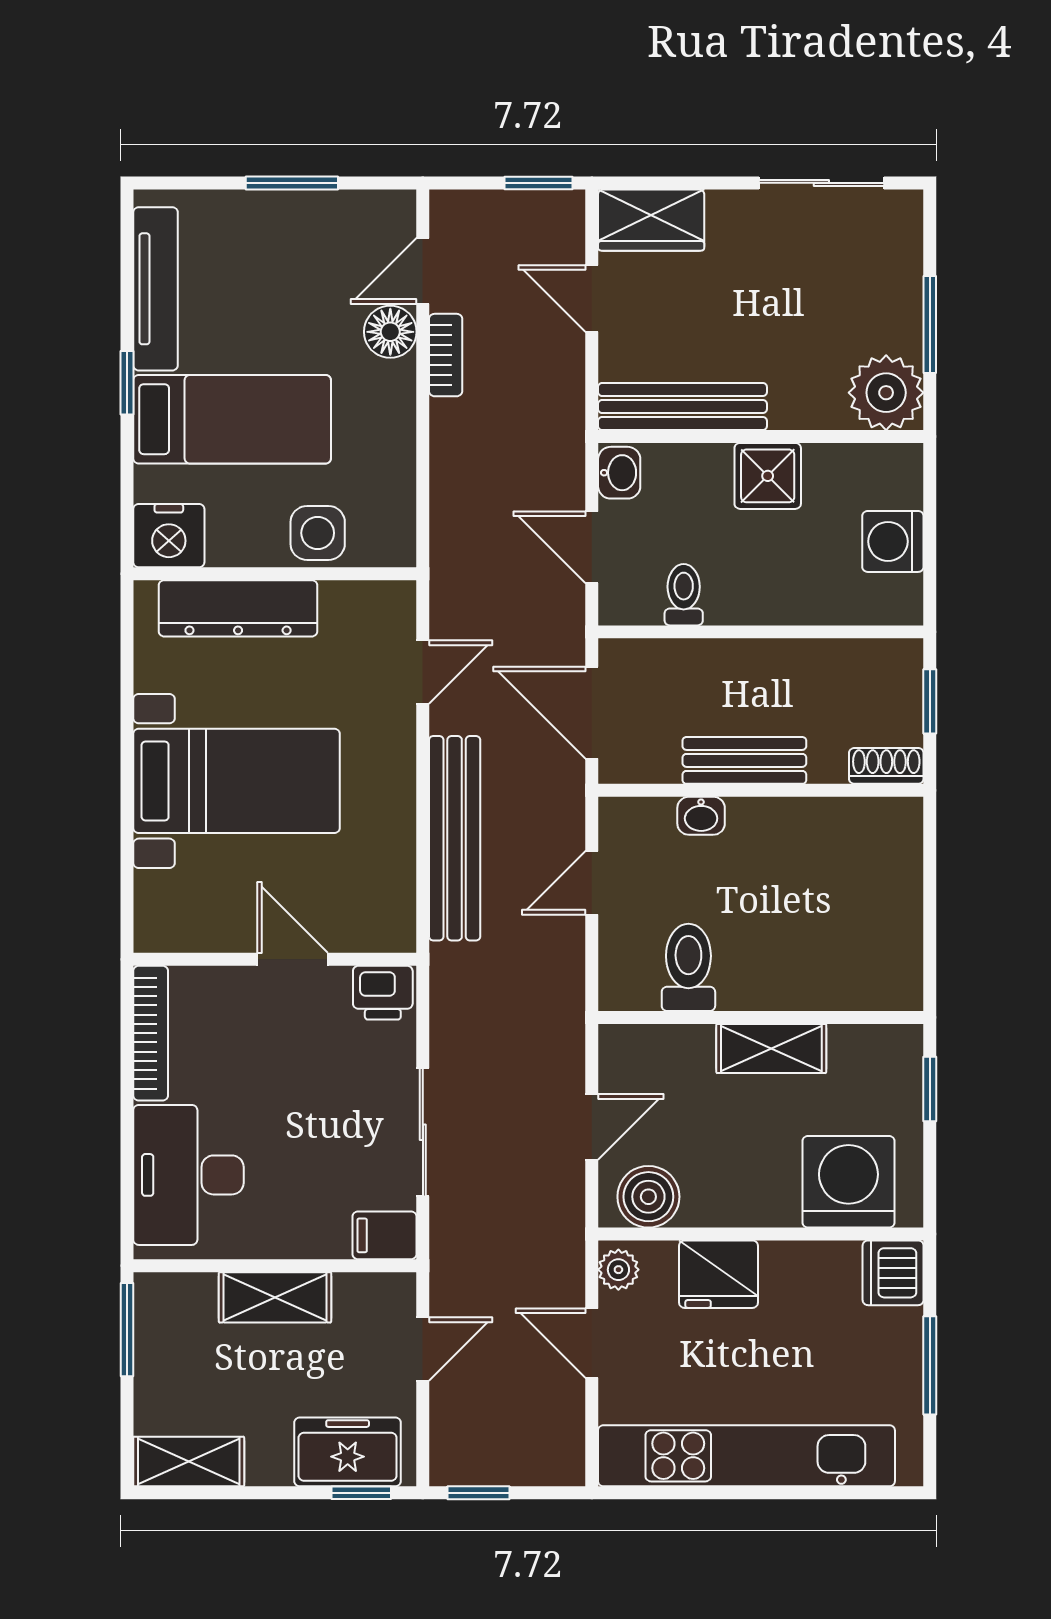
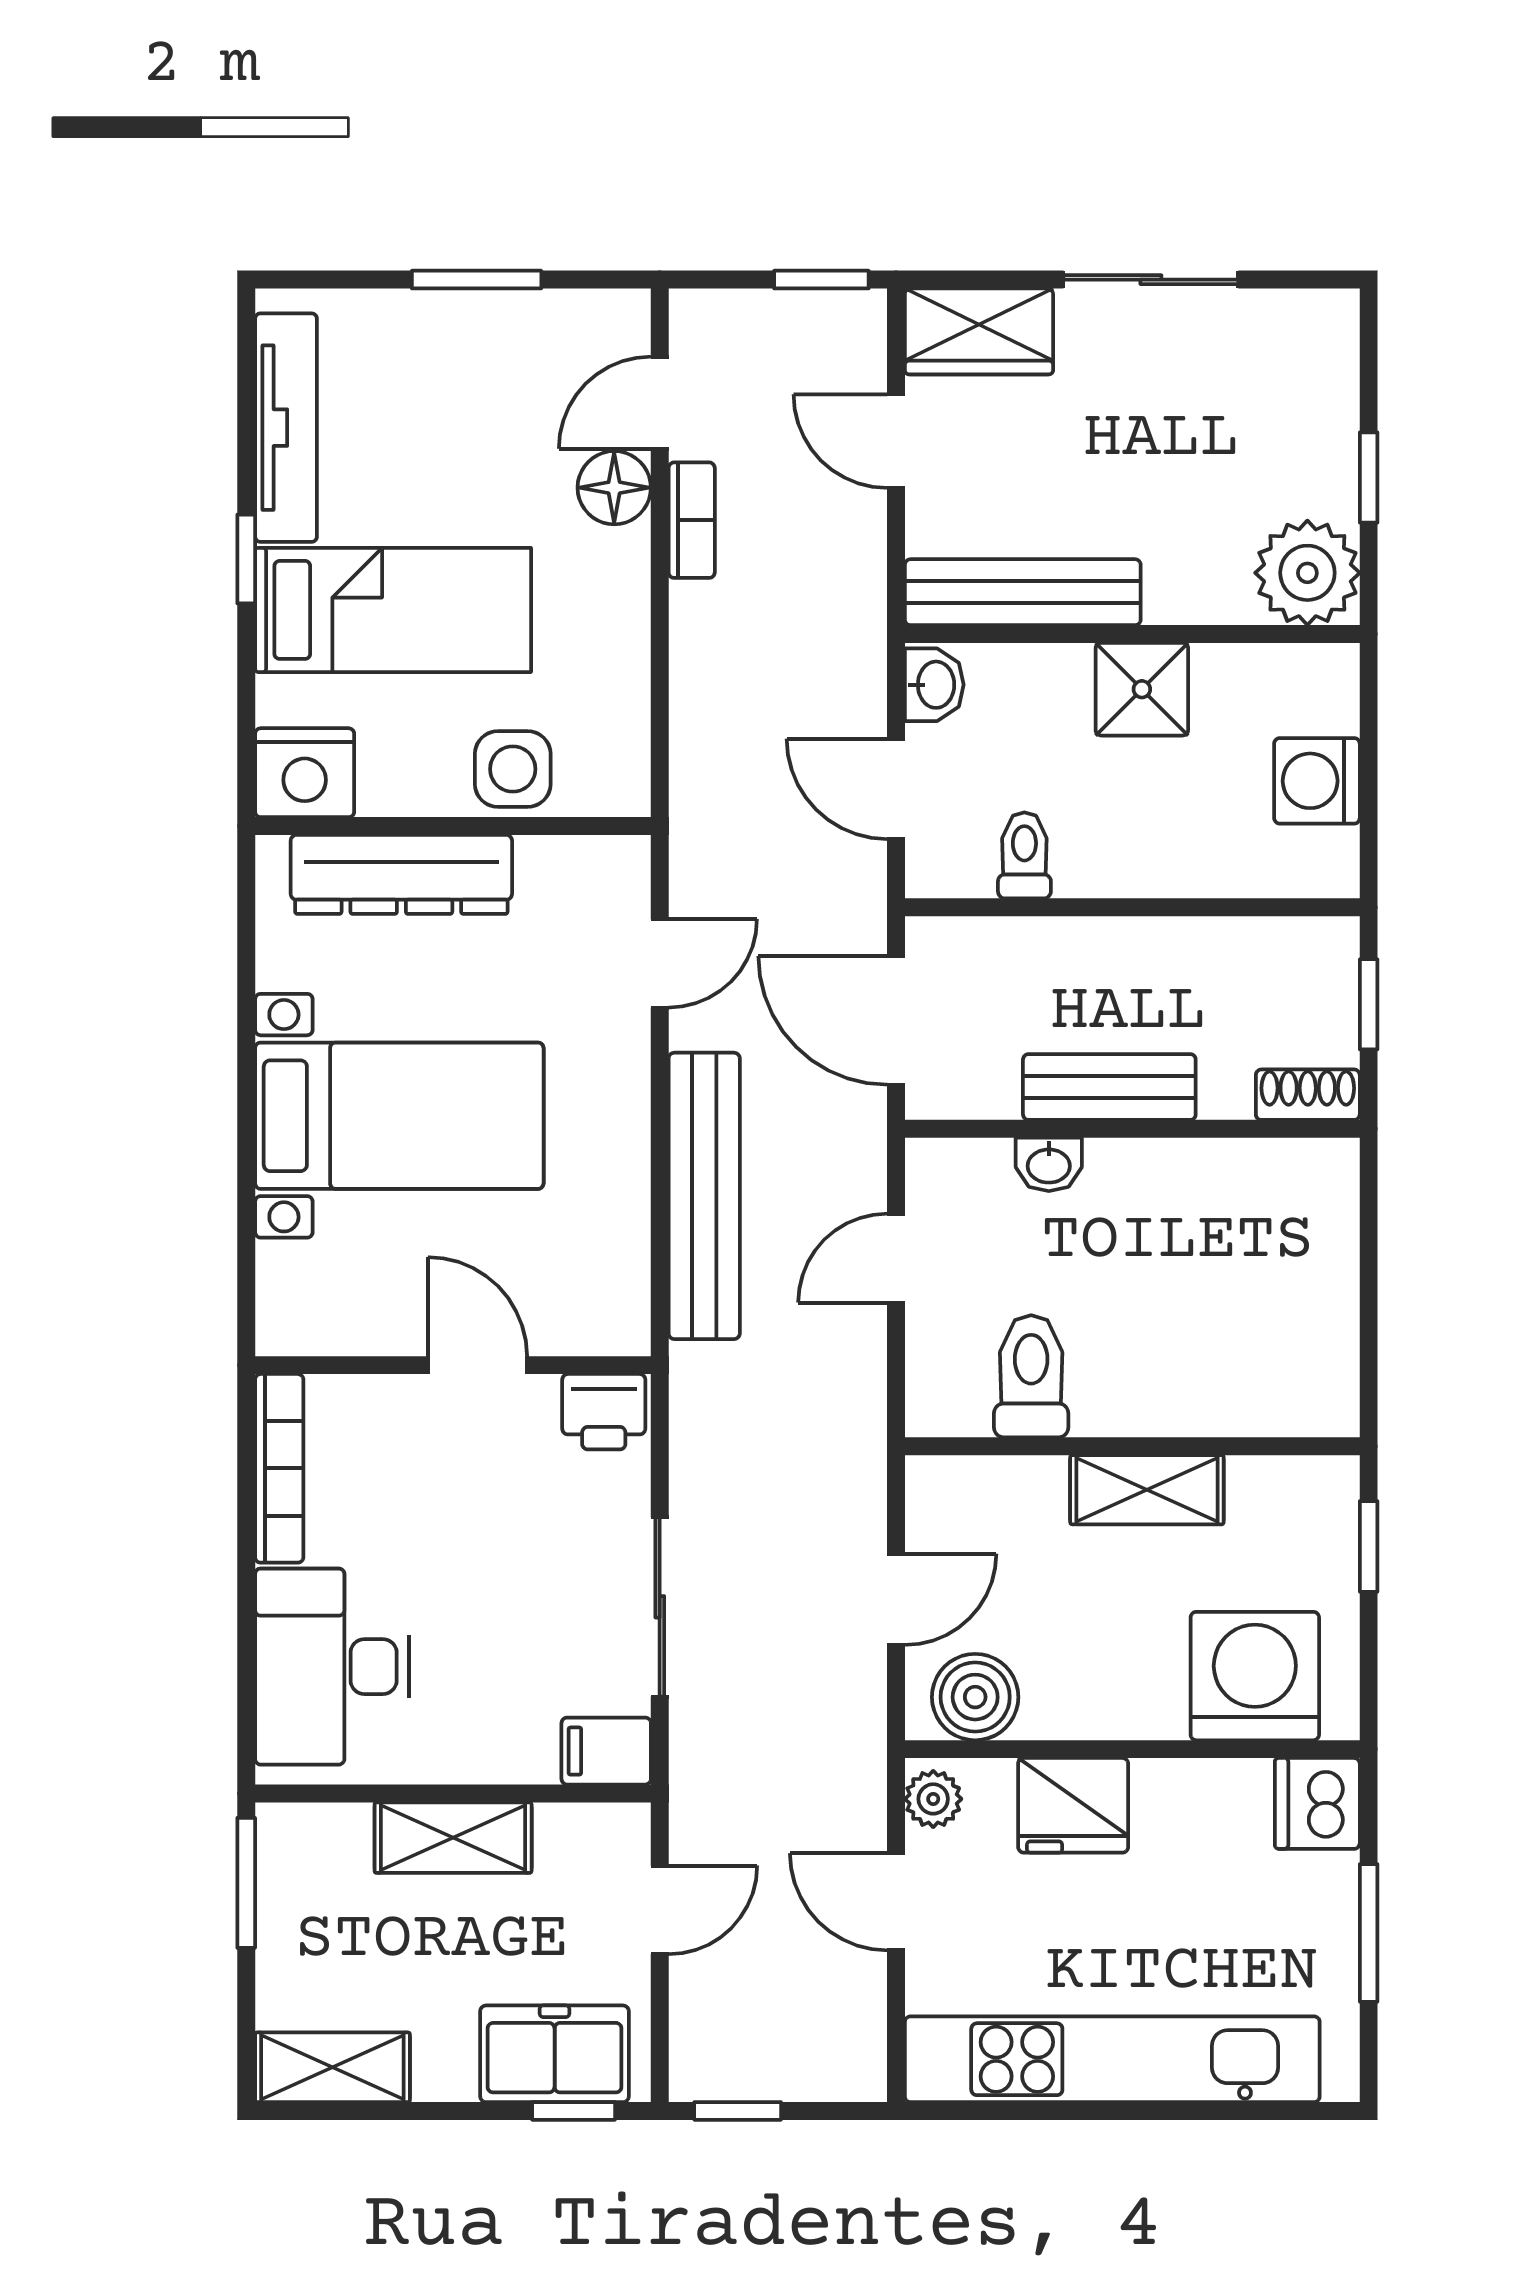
sliding door: (821, 183) -> (1151, 280), moved
window: (930, 324) -> (1369, 477), width x0.67

